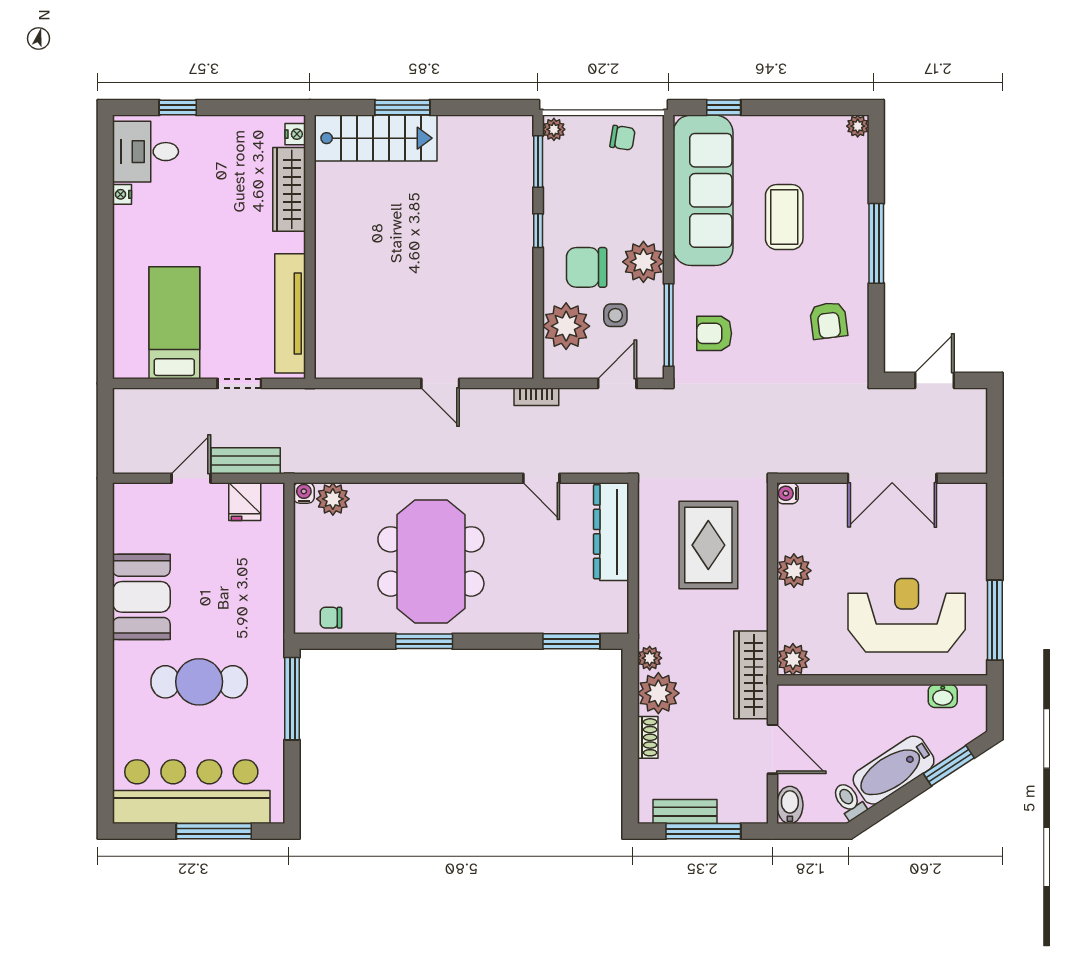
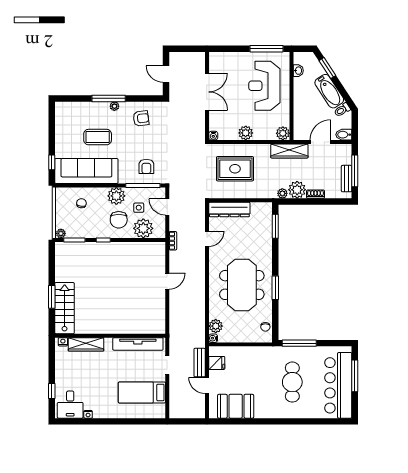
plant: (858, 126) -> (114, 106), moved
chair: (623, 138) -> (81, 203), moved
meeting table: (431, 561) -> (242, 285), turned 90
booth: (141, 597) -> (236, 406), moved

